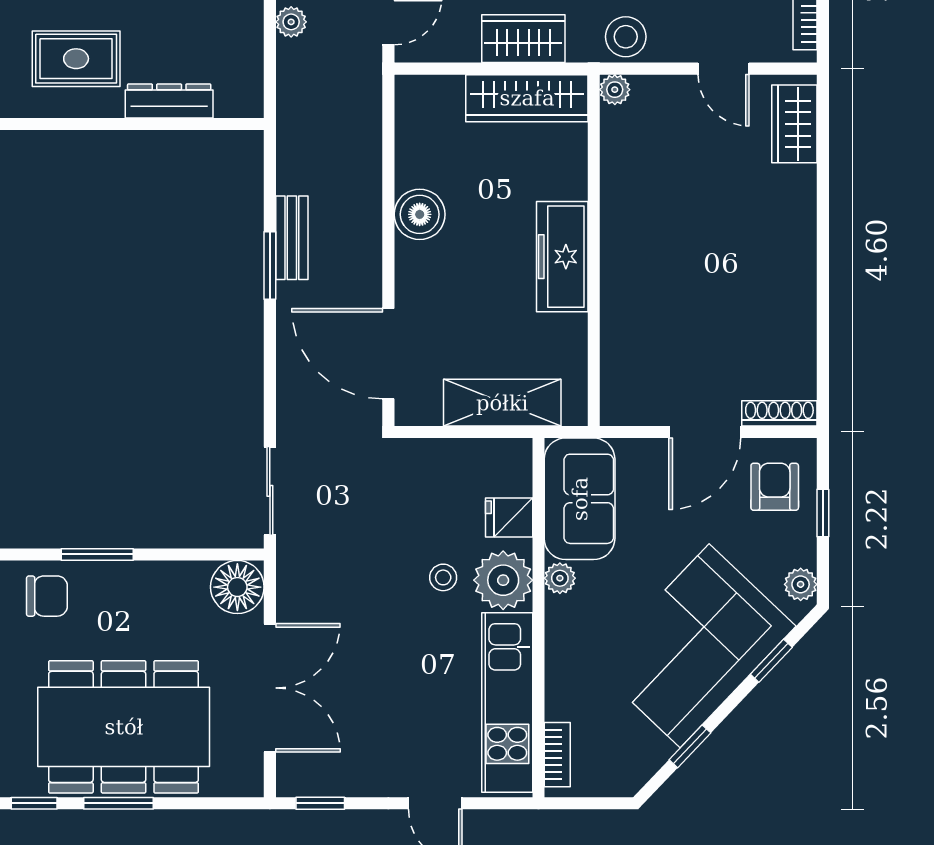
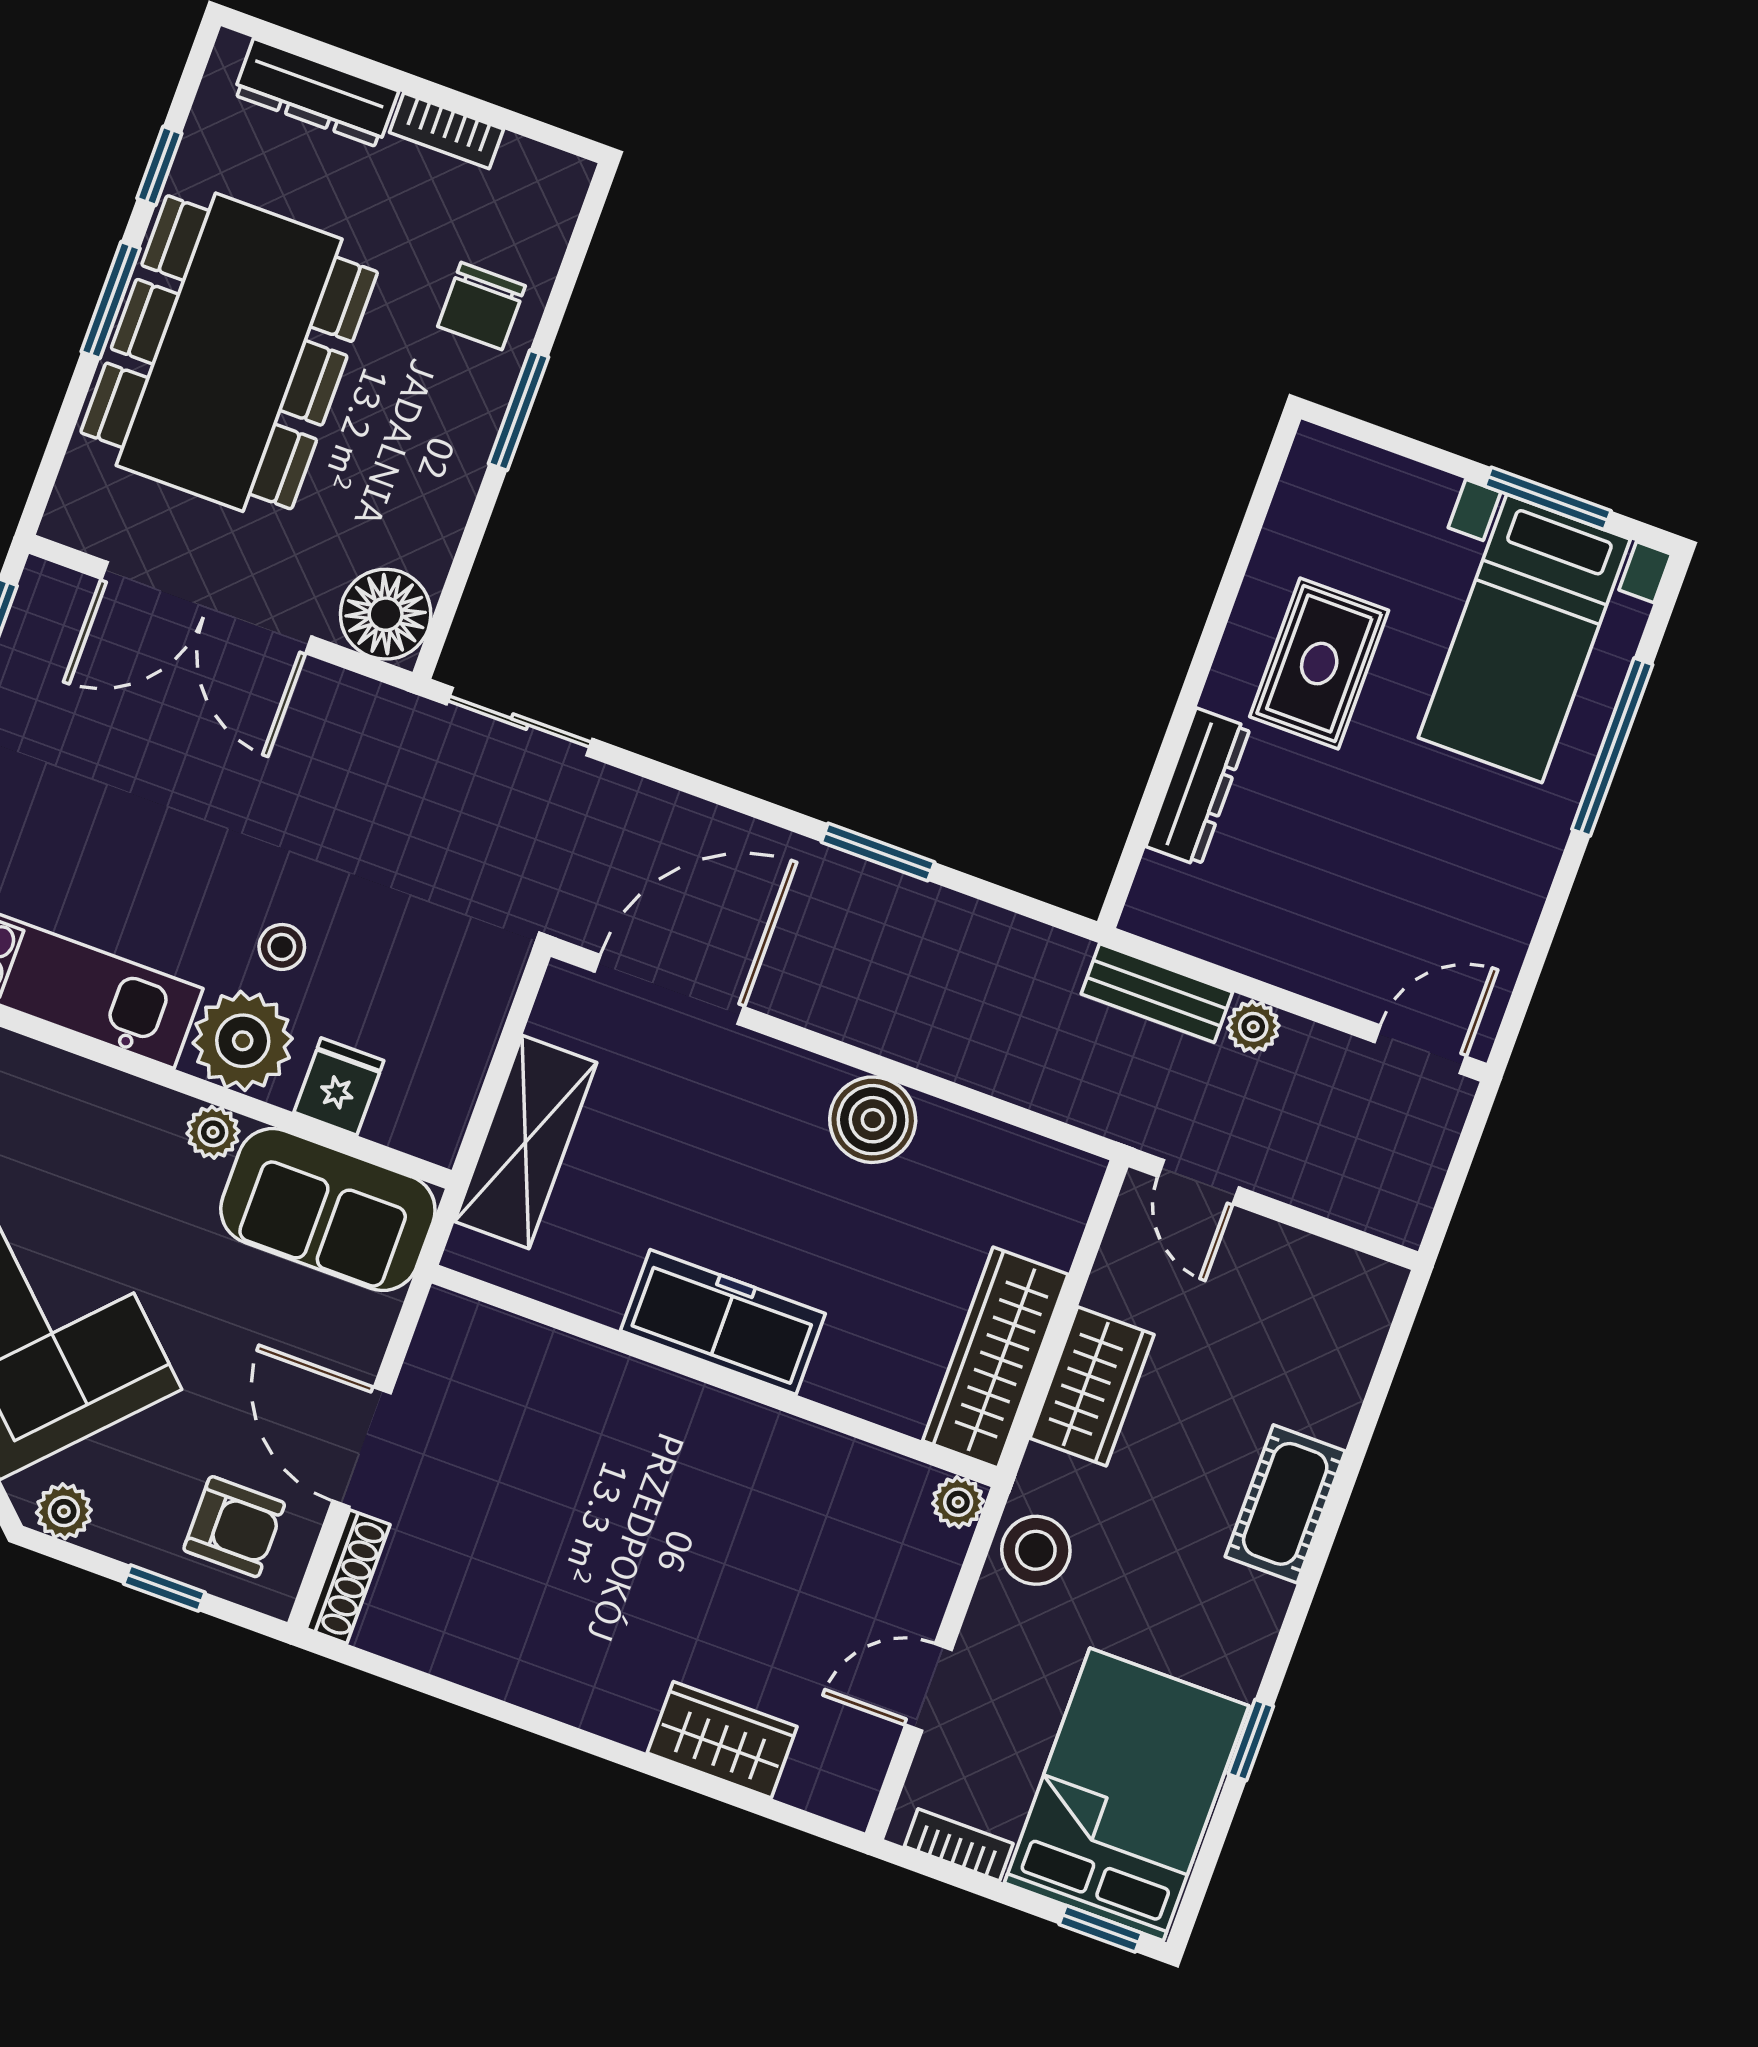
wardrobe: (794, 124) -> (722, 1740), moved
bench: (292, 238) -> (1157, 993), moved

